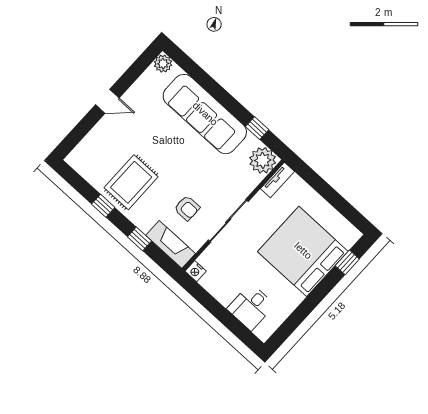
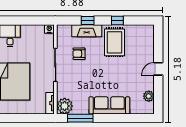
plant: (163, 64) -> (149, 96), moved
sofa: (205, 114) -> (109, 105), width x0.74, depth x0.79
window: (257, 128) -> (80, 118), width x2.17
fireplace: (171, 244) -> (87, 31), moved

